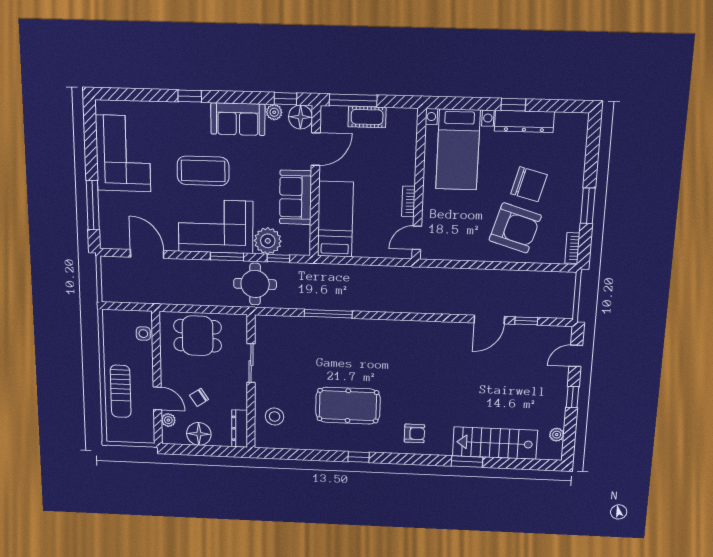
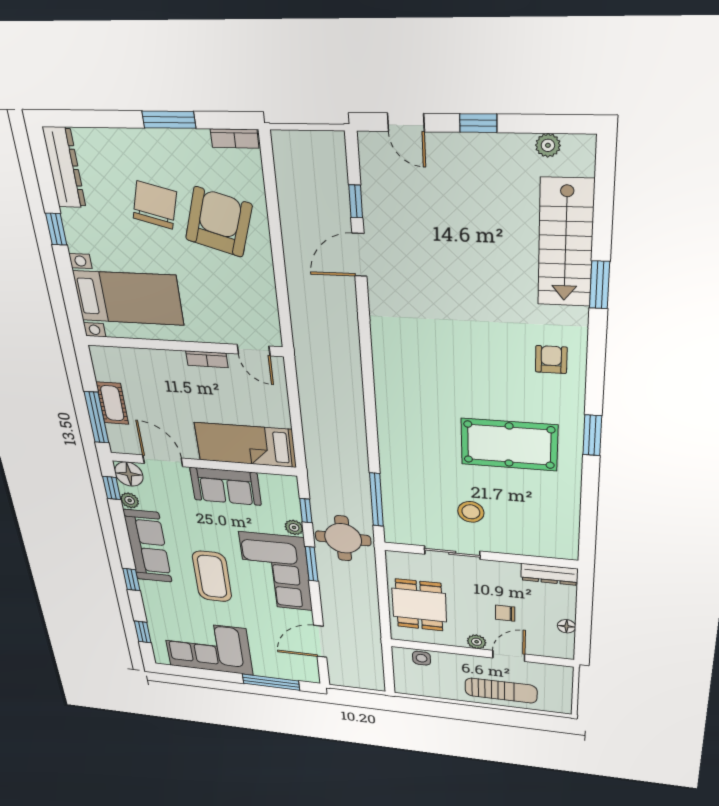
window: (131, 95) -> (143, 632), added
sofa: (238, 119) -> (148, 546), width x1.36
dresser: (524, 121) -> (64, 168), moved
plant: (268, 241) -> (294, 527), width x0.53, depth x0.53
window: (328, 314) -> (376, 500), moved
door: (489, 320) -> (359, 255), swing flipped
chair: (199, 397) -> (505, 613), turned 124
pool table: (348, 406) -> (509, 445), turned 90
stool: (275, 417) -> (471, 512), moved
plant: (168, 420) -> (477, 642), moved
floor lamp: (199, 434) -> (567, 626), width x0.53, depth x0.53
window: (359, 457) -> (592, 435), width x1.50

